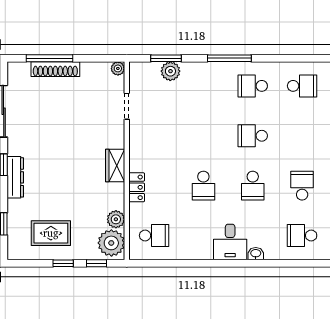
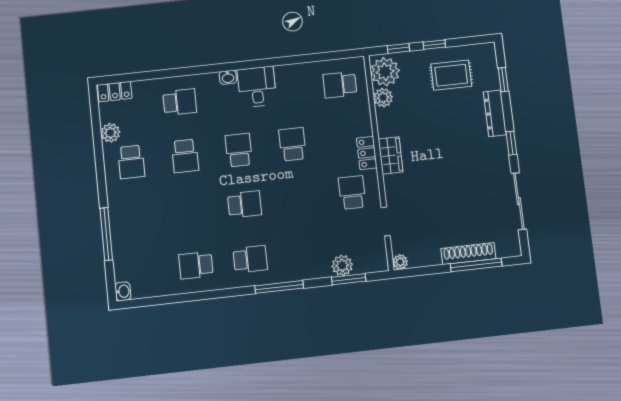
school desk: (154, 136) -> (352, 192), added
dresser: (15, 177) -> (495, 113), moved
locker: (137, 187) -> (367, 153), moved

